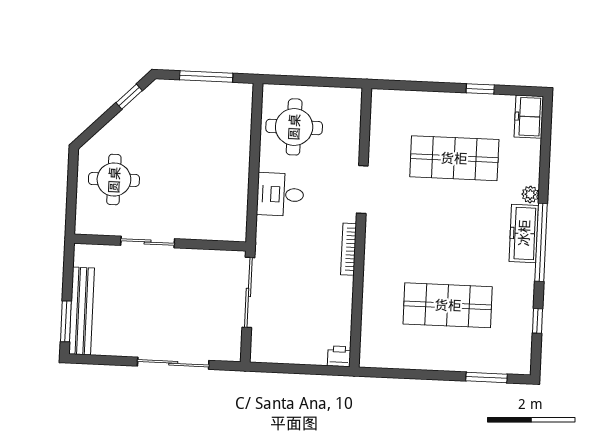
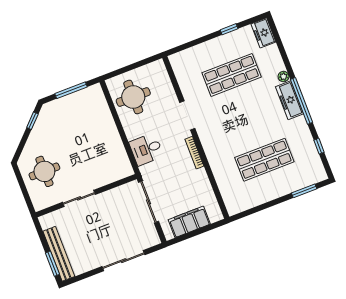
desk: (280, 194) -> (146, 149), moved
filing cabinet: (296, 349) -> (189, 222), added
printer: (339, 356) -> (216, 215), removed

